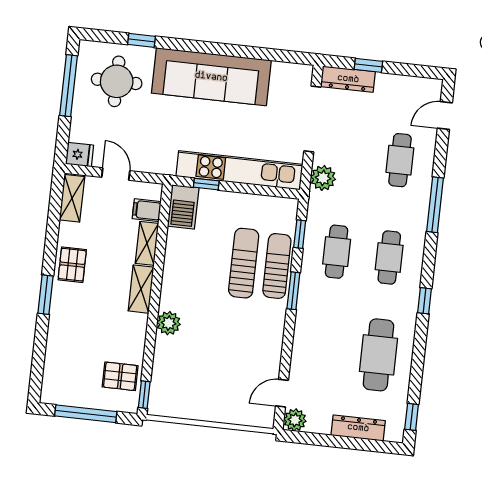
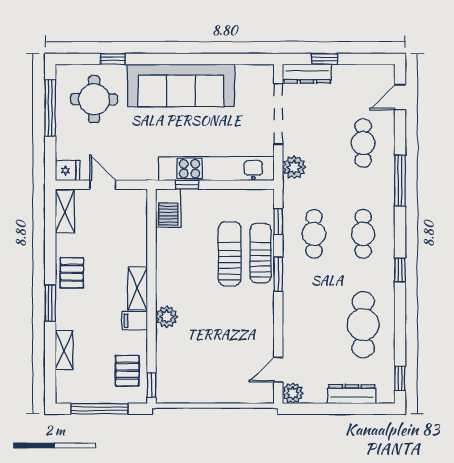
filing cabinet: (147, 210) -> (135, 321), moved
shelving: (147, 243) -> (64, 350), moved
pallet: (120, 376) -> (127, 371), turned 90

